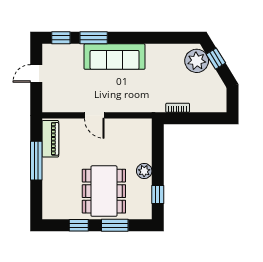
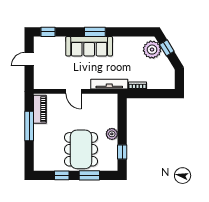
window: (94, 38) -> (95, 32), moved
tv unit: (141, 106) -> (109, 84), added

